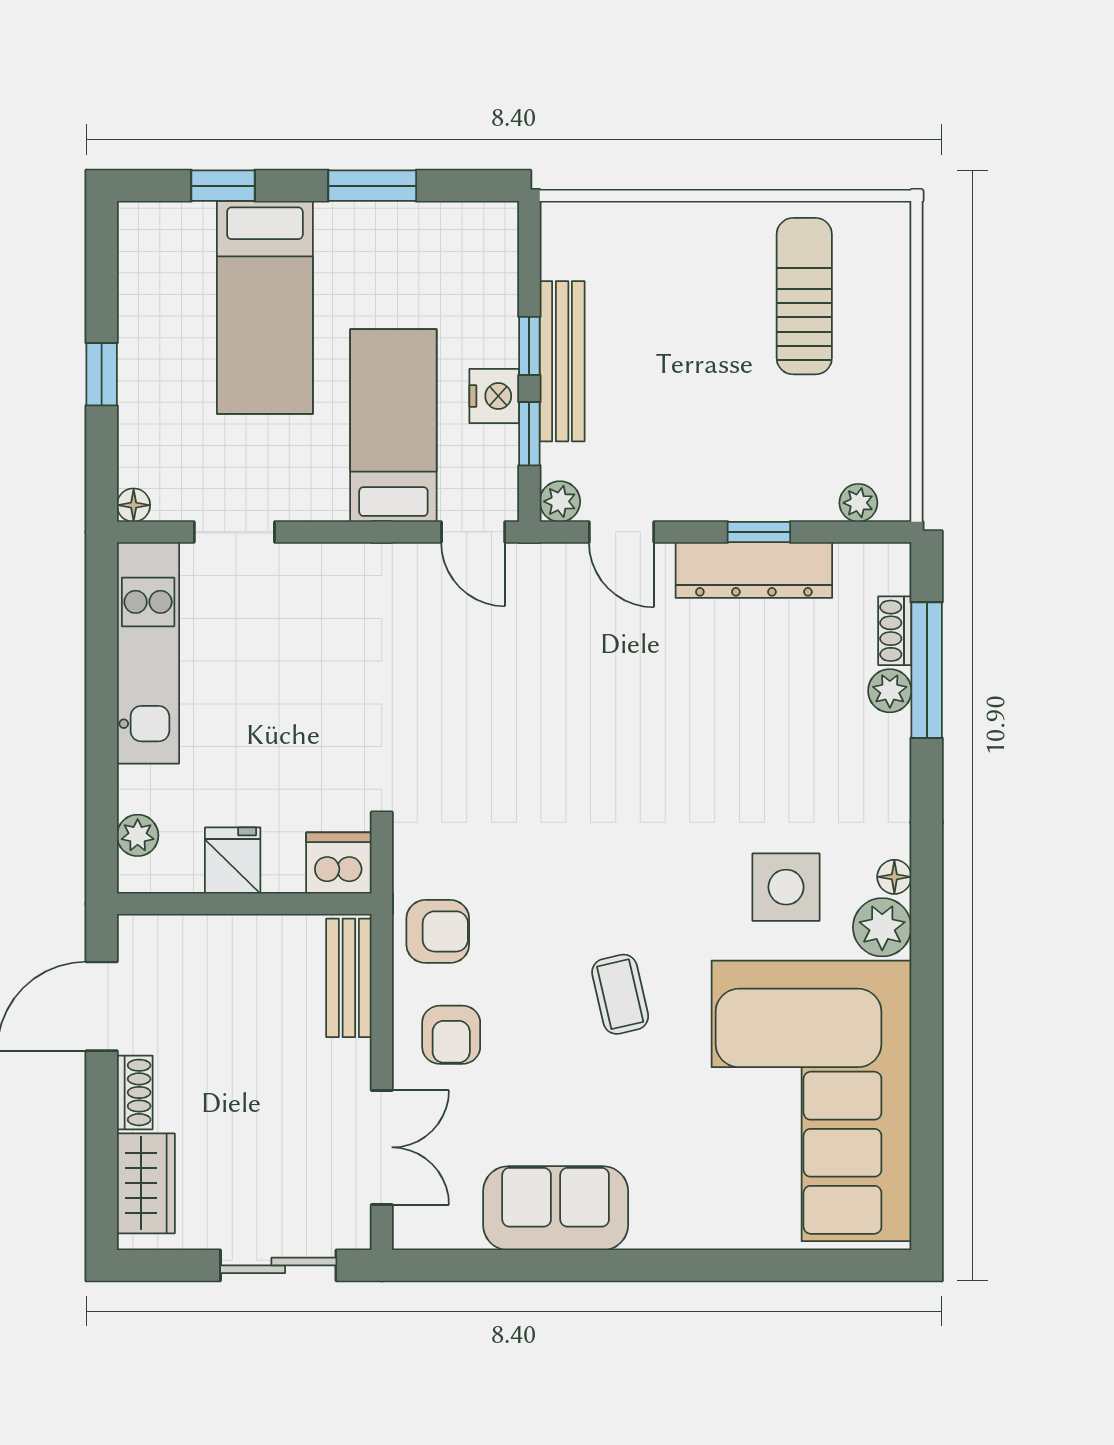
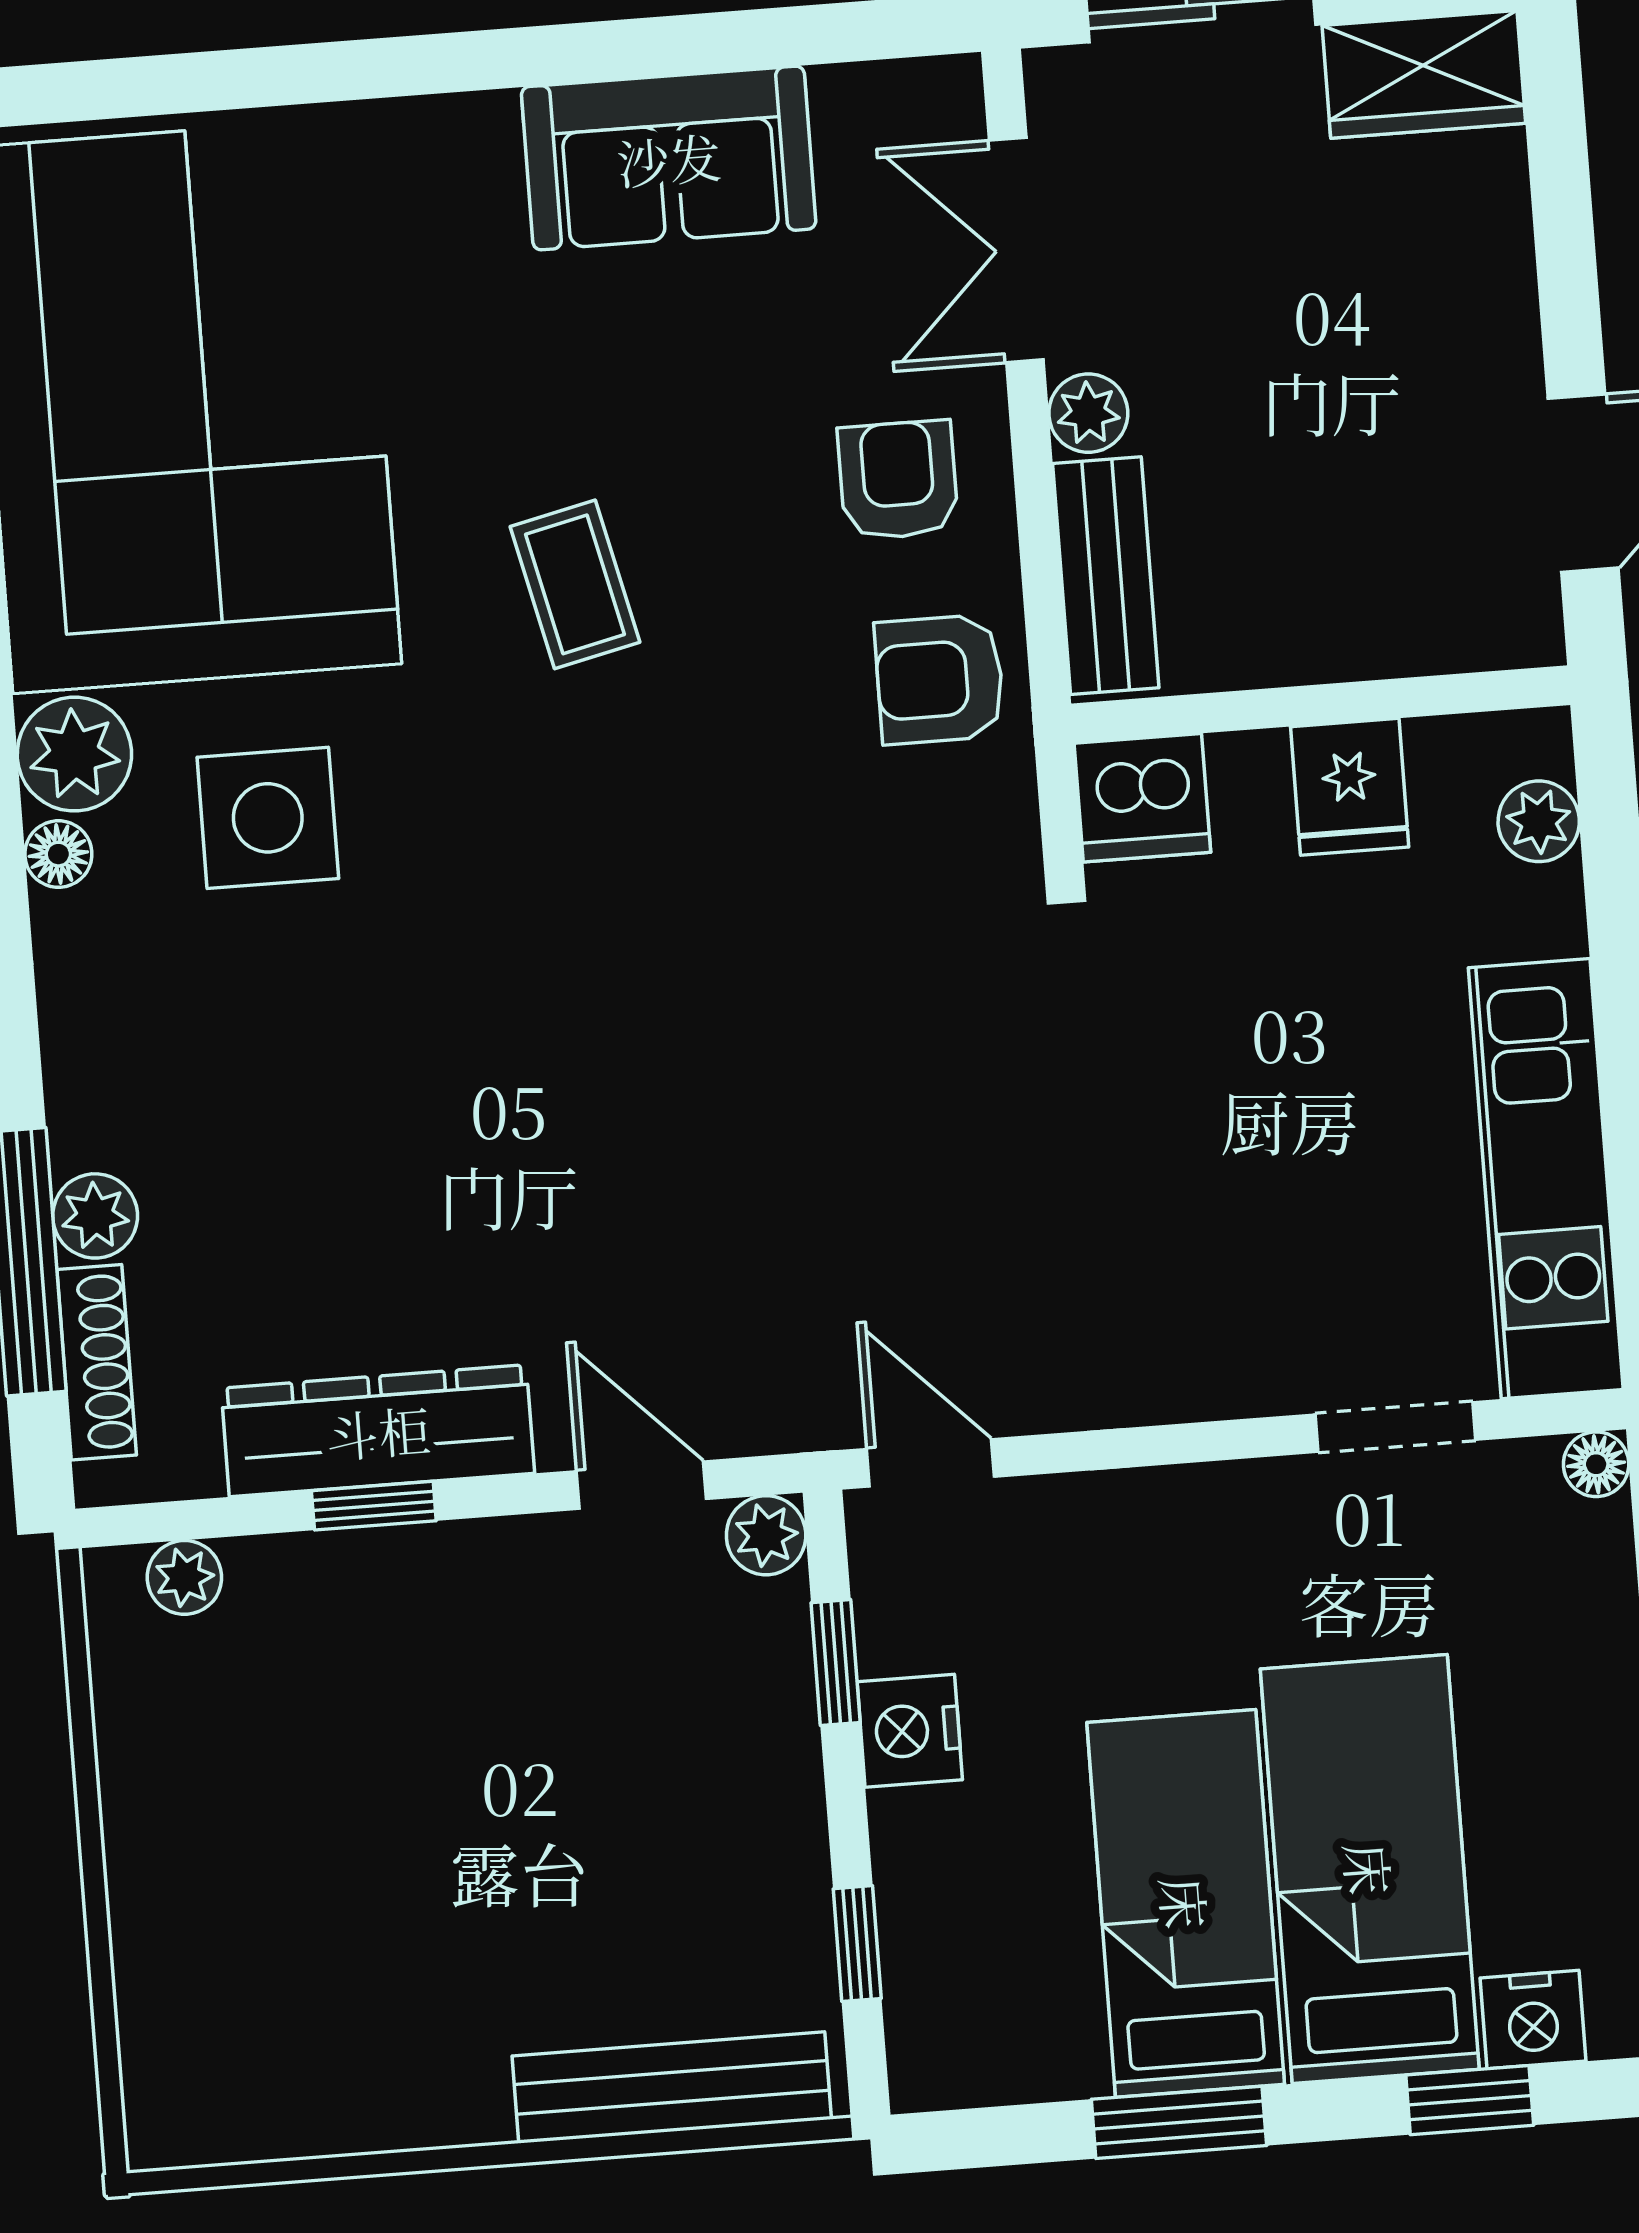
nightstand: (188, 224) -> (1533, 2019), added
sun lounger: (804, 296) -> (321, 1972), removed
window: (529, 346) -> (857, 1944), moved
bench: (562, 361) -> (672, 2087), moved, turned 90
bed: (393, 425) -> (1186, 1903), moved, turned 180
shoe rack: (895, 631) -> (97, 1362), width x1.43
plant: (351, 1061) -> (1088, 413), added
shoe rack: (135, 1092) -> (1506, 320), removed
wardrobe: (146, 1183) -> (1424, 74), moved, turned -90

